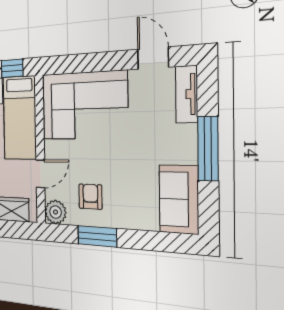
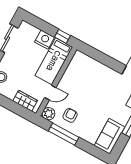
corner sofa: (84, 106) -> (89, 75), removed
window: (97, 236) -> (64, 134), width x1.44

